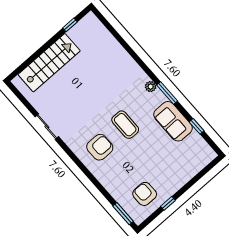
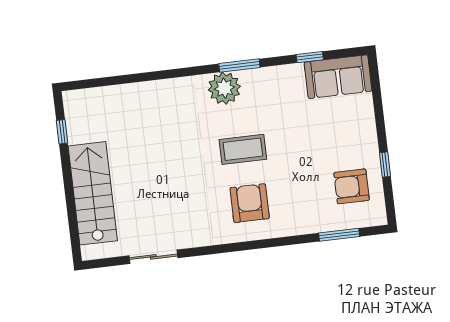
plant: (151, 87) -> (224, 88), width x1.87, depth x1.87
sofa: (173, 121) -> (338, 77), moved
sliding door: (47, 127) -> (153, 257), moved
window: (123, 214) -> (339, 235), moved

